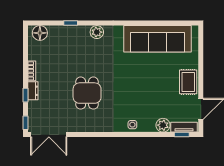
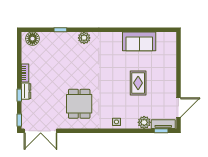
sofa: (157, 39) -> (139, 41), width x0.54, depth x0.79
rug: (188, 82) -> (138, 83), moved
dining table: (87, 93) -> (79, 104), moved

